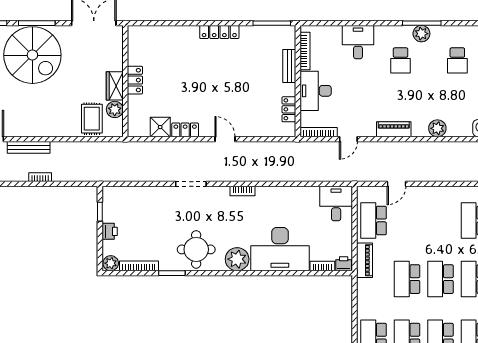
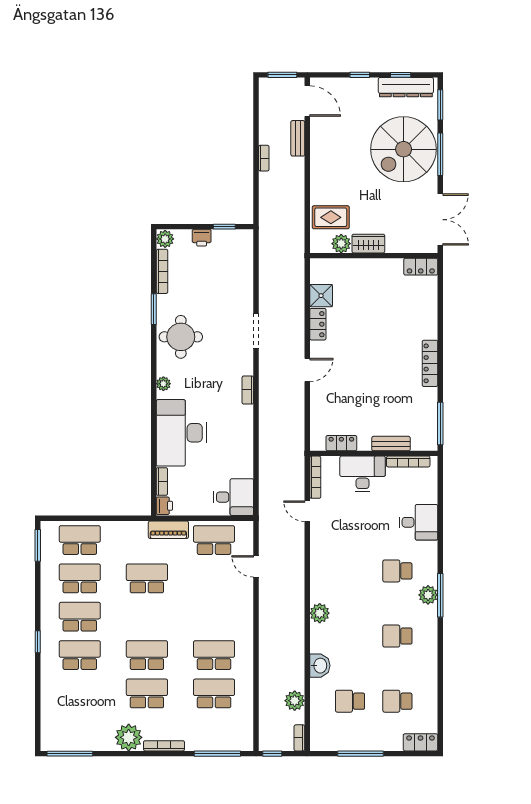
locker: (135, 80) -> (421, 267), moved
piano: (394, 129) -> (319, 563), removed
bench: (29, 147) -> (298, 138), width x0.73
plant: (237, 259) -> (163, 384), width x0.53, depth x0.53
school desk: (440, 279) -> (147, 617), removed

